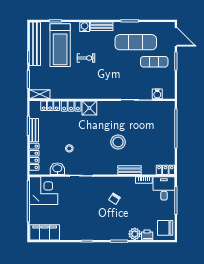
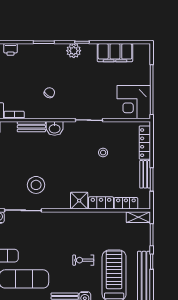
stool: (118, 142) -> (36, 185), moved
washbasin: (57, 169) -> (55, 128), moved
filing cabinet: (45, 232) -> (115, 53), moved
plant: (135, 234) -> (74, 51), moved

